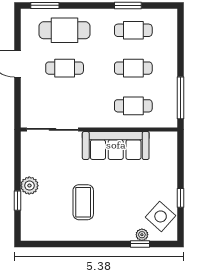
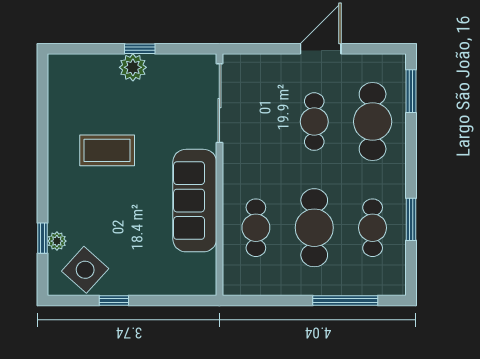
cafe table: (133, 68) -> (314, 228), width x1.37, depth x1.35
window: (180, 98) -> (345, 300), moved
window: (17, 201) -> (140, 49), moved

